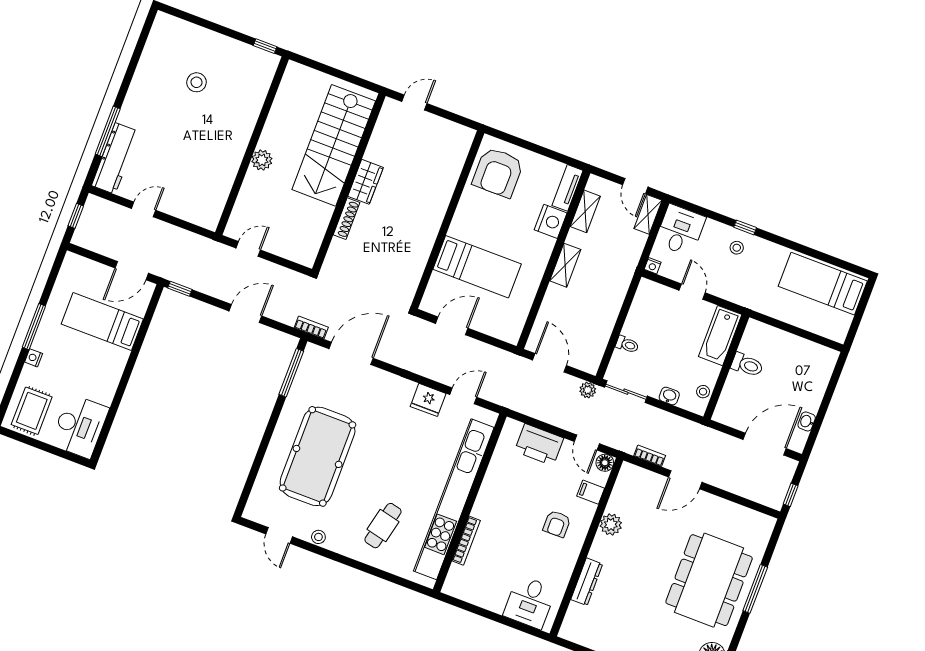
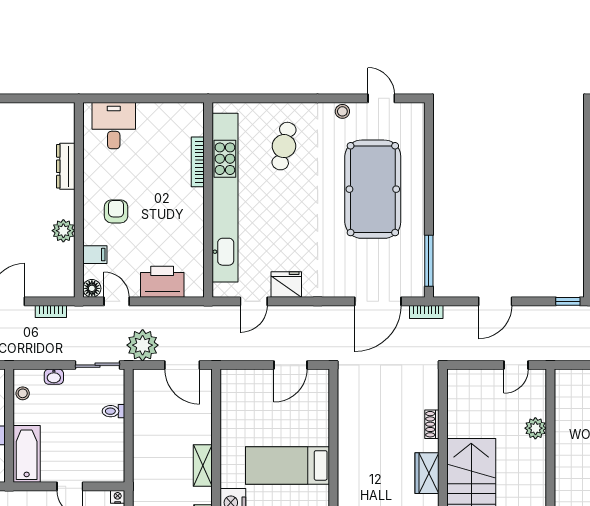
plant: (262, 160) -> (535, 428), moved
shoe rack: (346, 219) -> (432, 424), width x0.70
bed: (477, 267) -> (288, 465), moved
plant: (588, 390) -> (143, 345), width x1.88, depth x1.88

